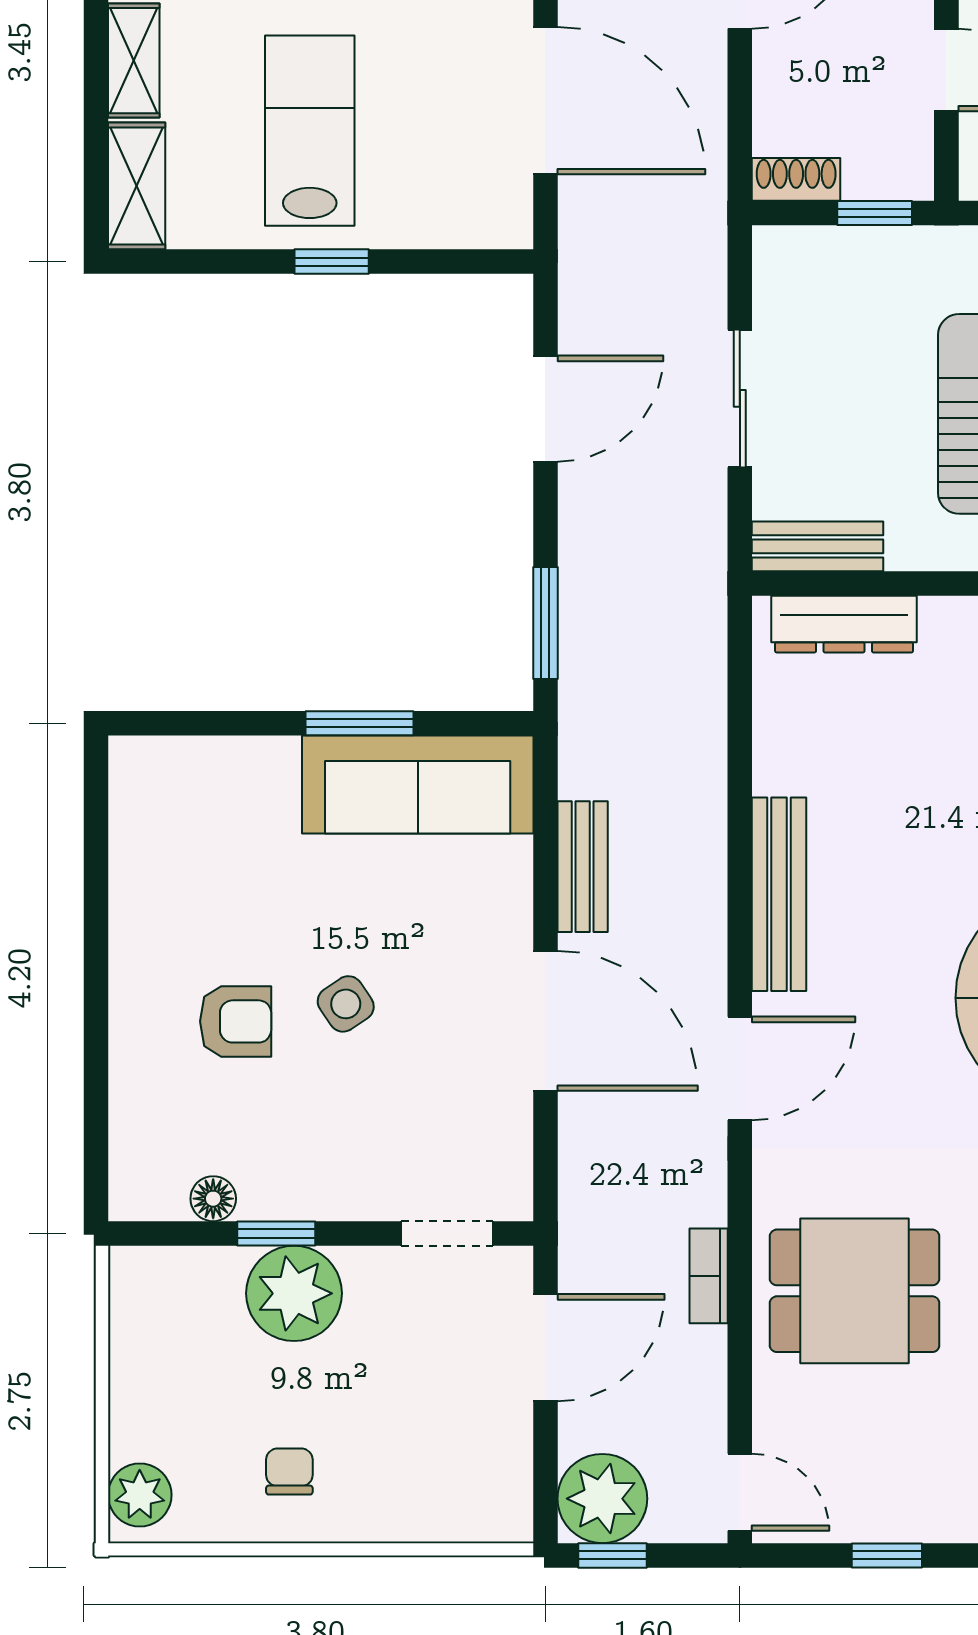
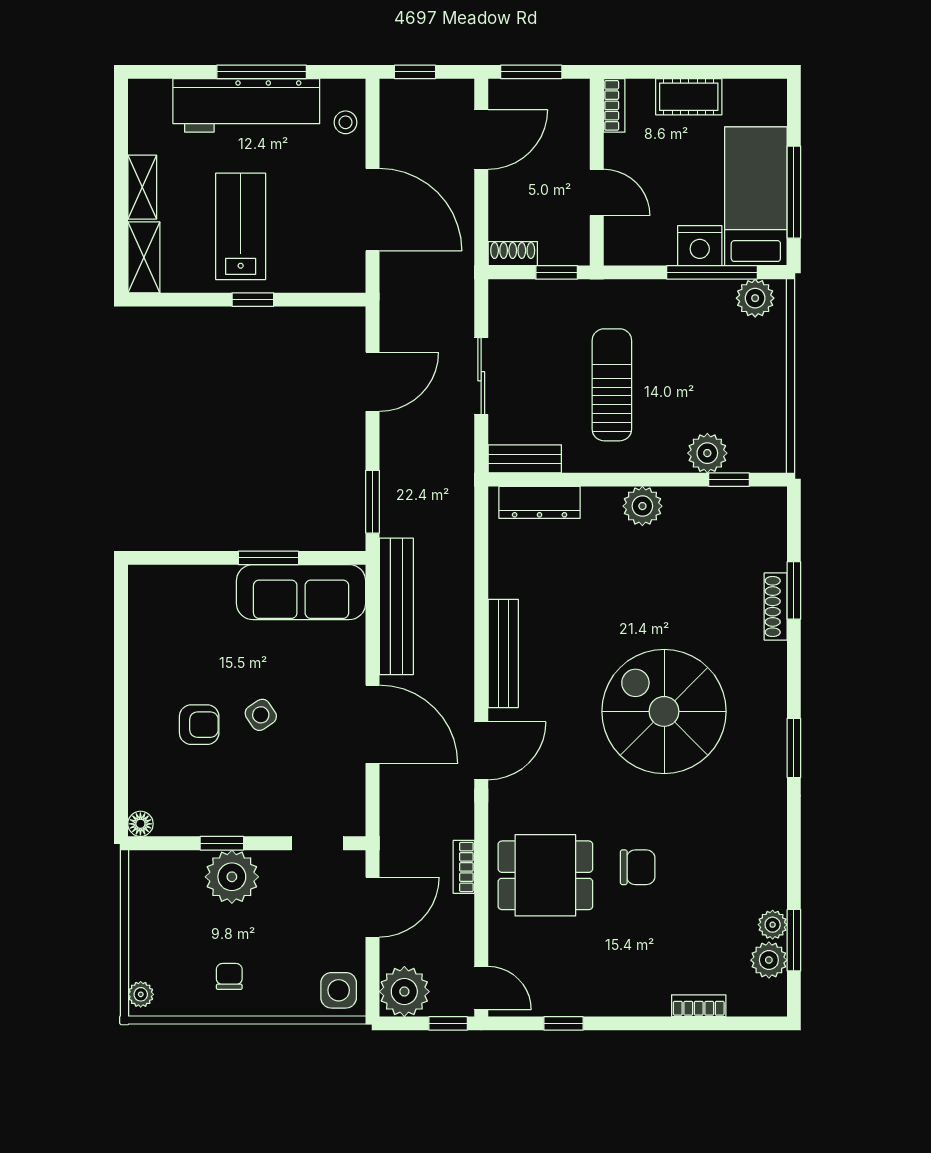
bench: (583, 867) -> (396, 606), width x1.86, depth x1.21
floor lamp: (213, 1199) -> (140, 824), moved
plant: (140, 1495) -> (141, 994), width x0.73, depth x0.73
side table: (485, 1496) -> (339, 990), added
window: (612, 1555) -> (448, 1023), moved

